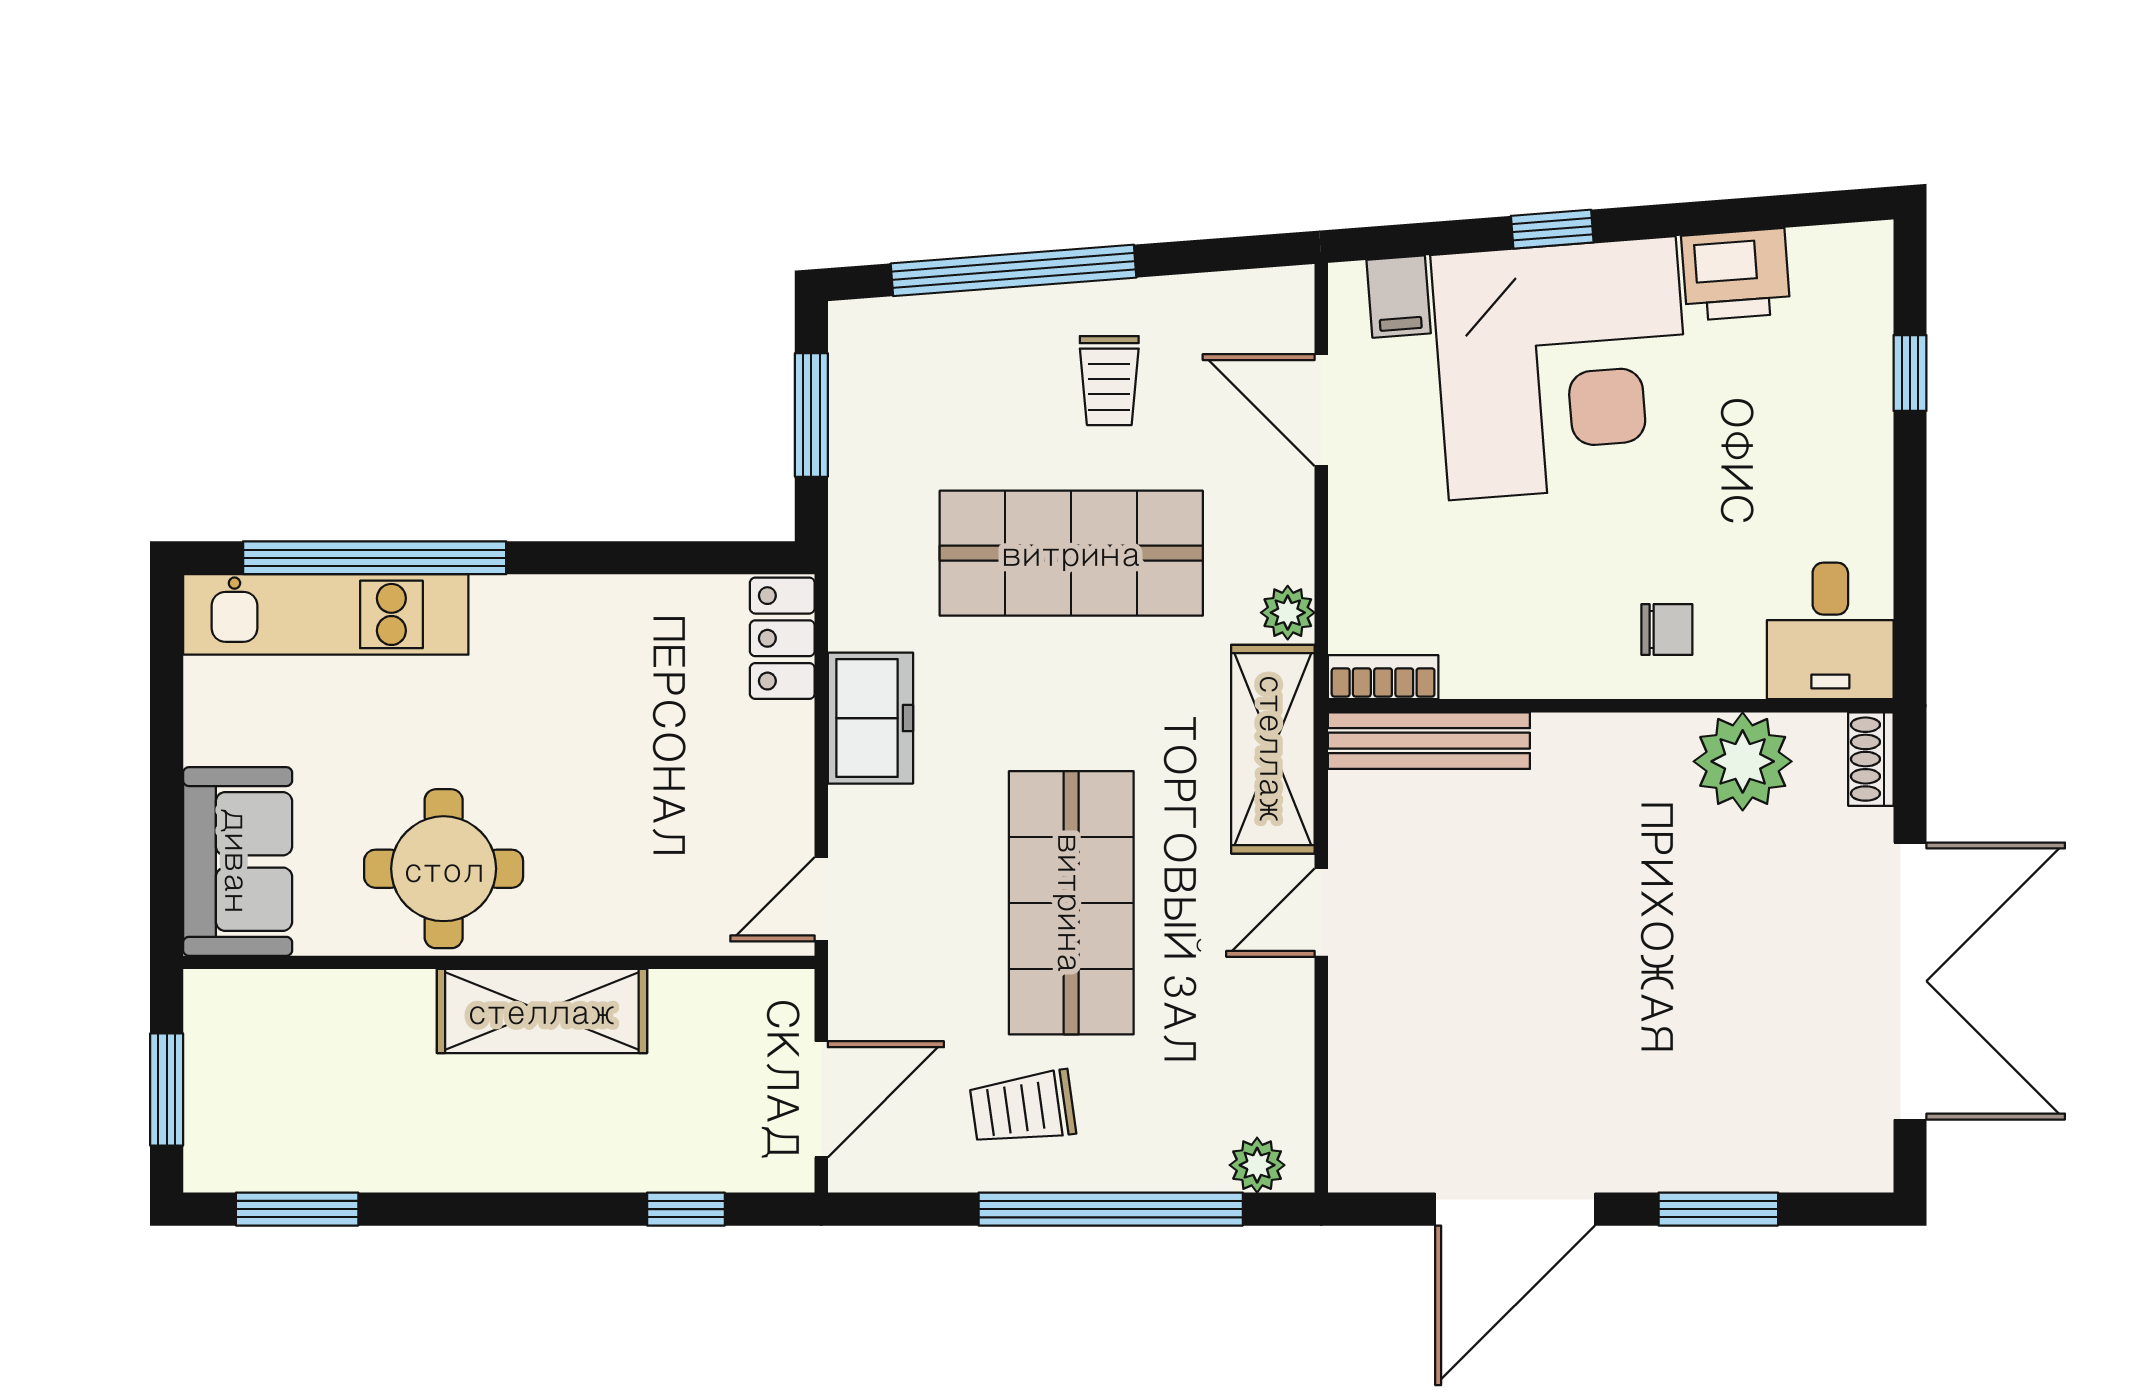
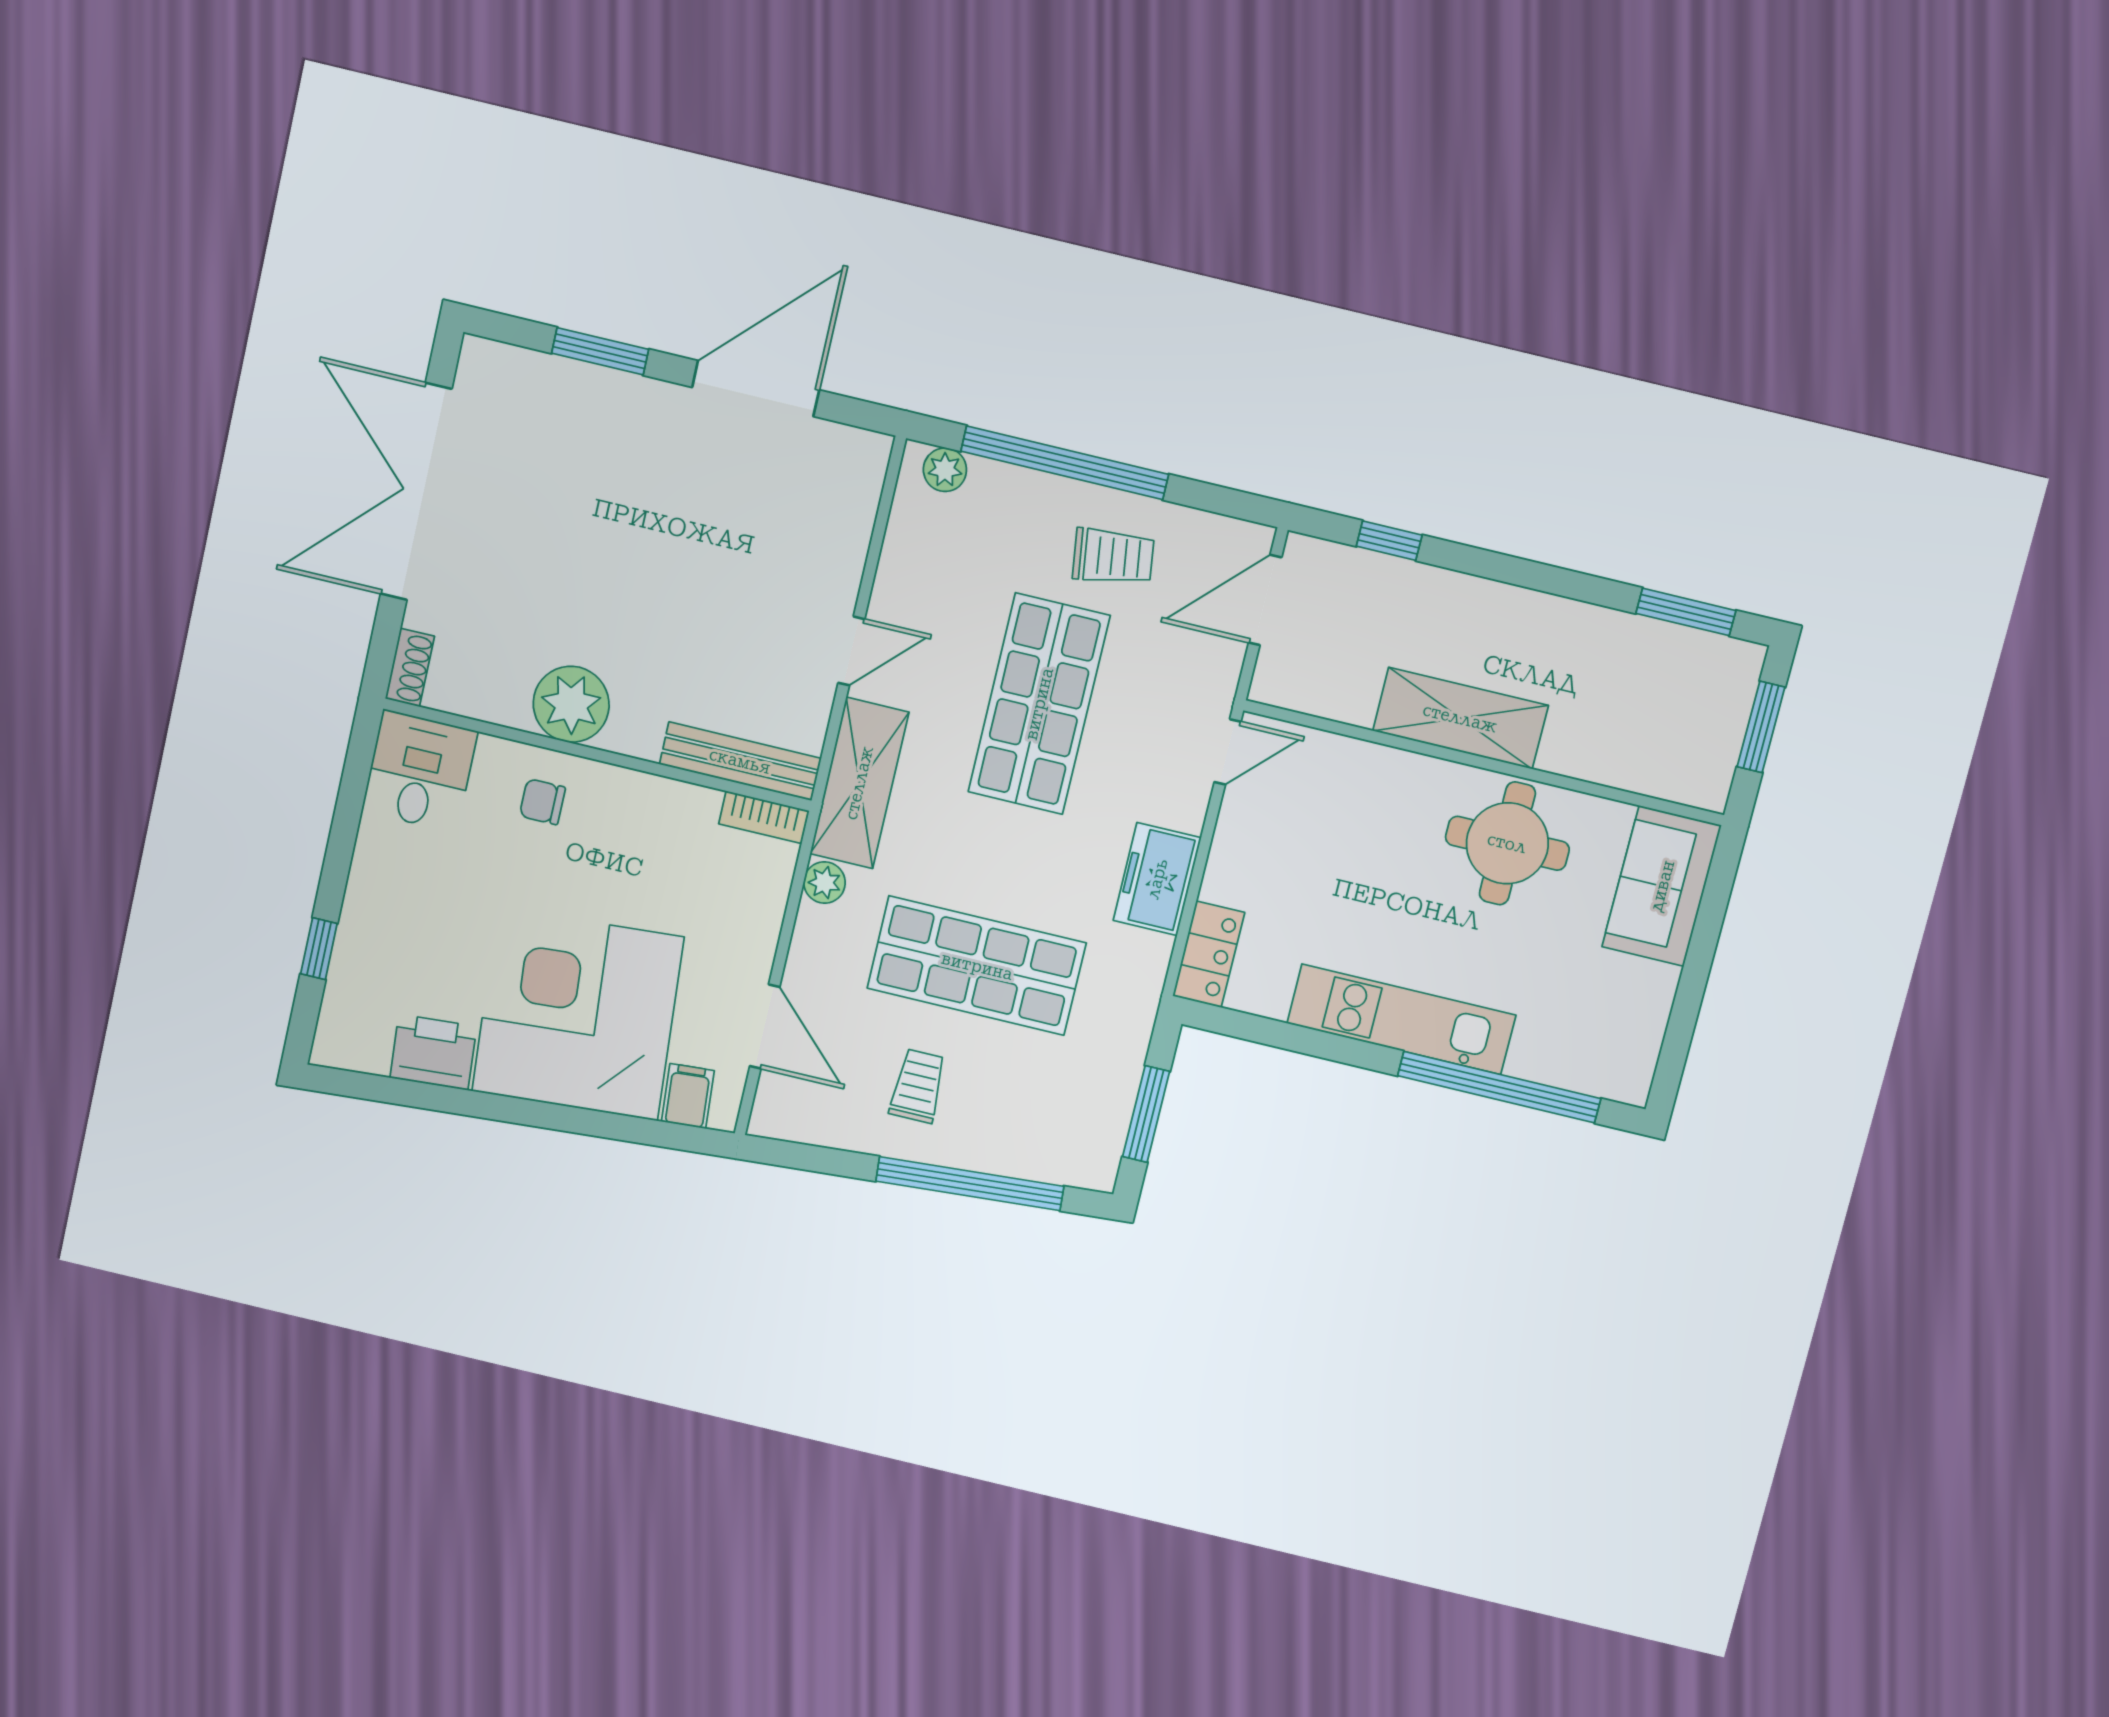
window: (1552, 229) -> (562, 1118), removed
kitchen unit: (326, 614) -> (1401, 1019), moved
plant: (1743, 761) -> (571, 704), moved

